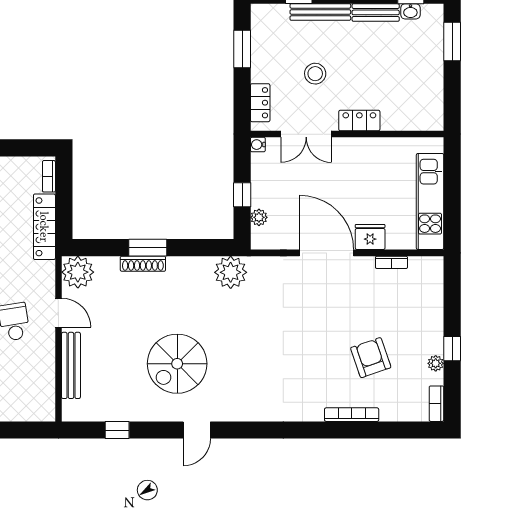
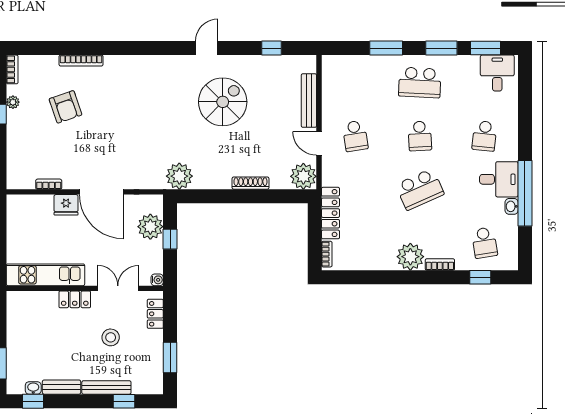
kitchen unit: (430, 201) -> (45, 275), moved, turned -90
plant: (259, 217) -> (150, 227), width x1.88, depth x1.88
window: (148, 248) -> (247, 196), removed

